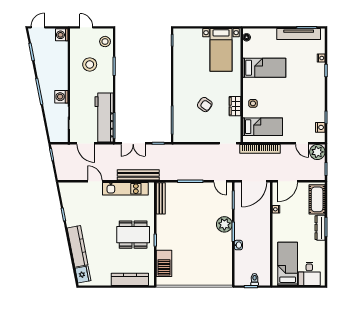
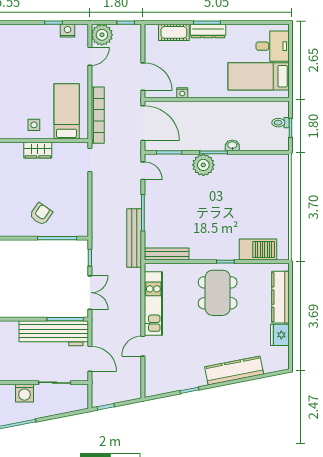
armchair: (205, 105) -> (41, 214), moved
door: (86, 143) -> (90, 359), hinge flipped
bench: (138, 175) -> (134, 238), moved
door: (220, 181) -> (143, 171), hinge flipped
cot: (317, 199) -> (174, 32), width x0.73, depth x0.75
fridge: (83, 274) -> (280, 335), moved, turned -79

